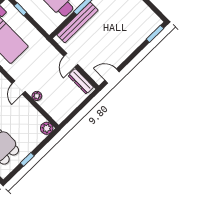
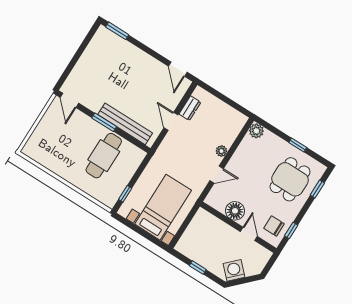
door: (71, 60) -> (171, 121), swing flipped
dresser: (81, 81) -> (190, 108), width x0.70

